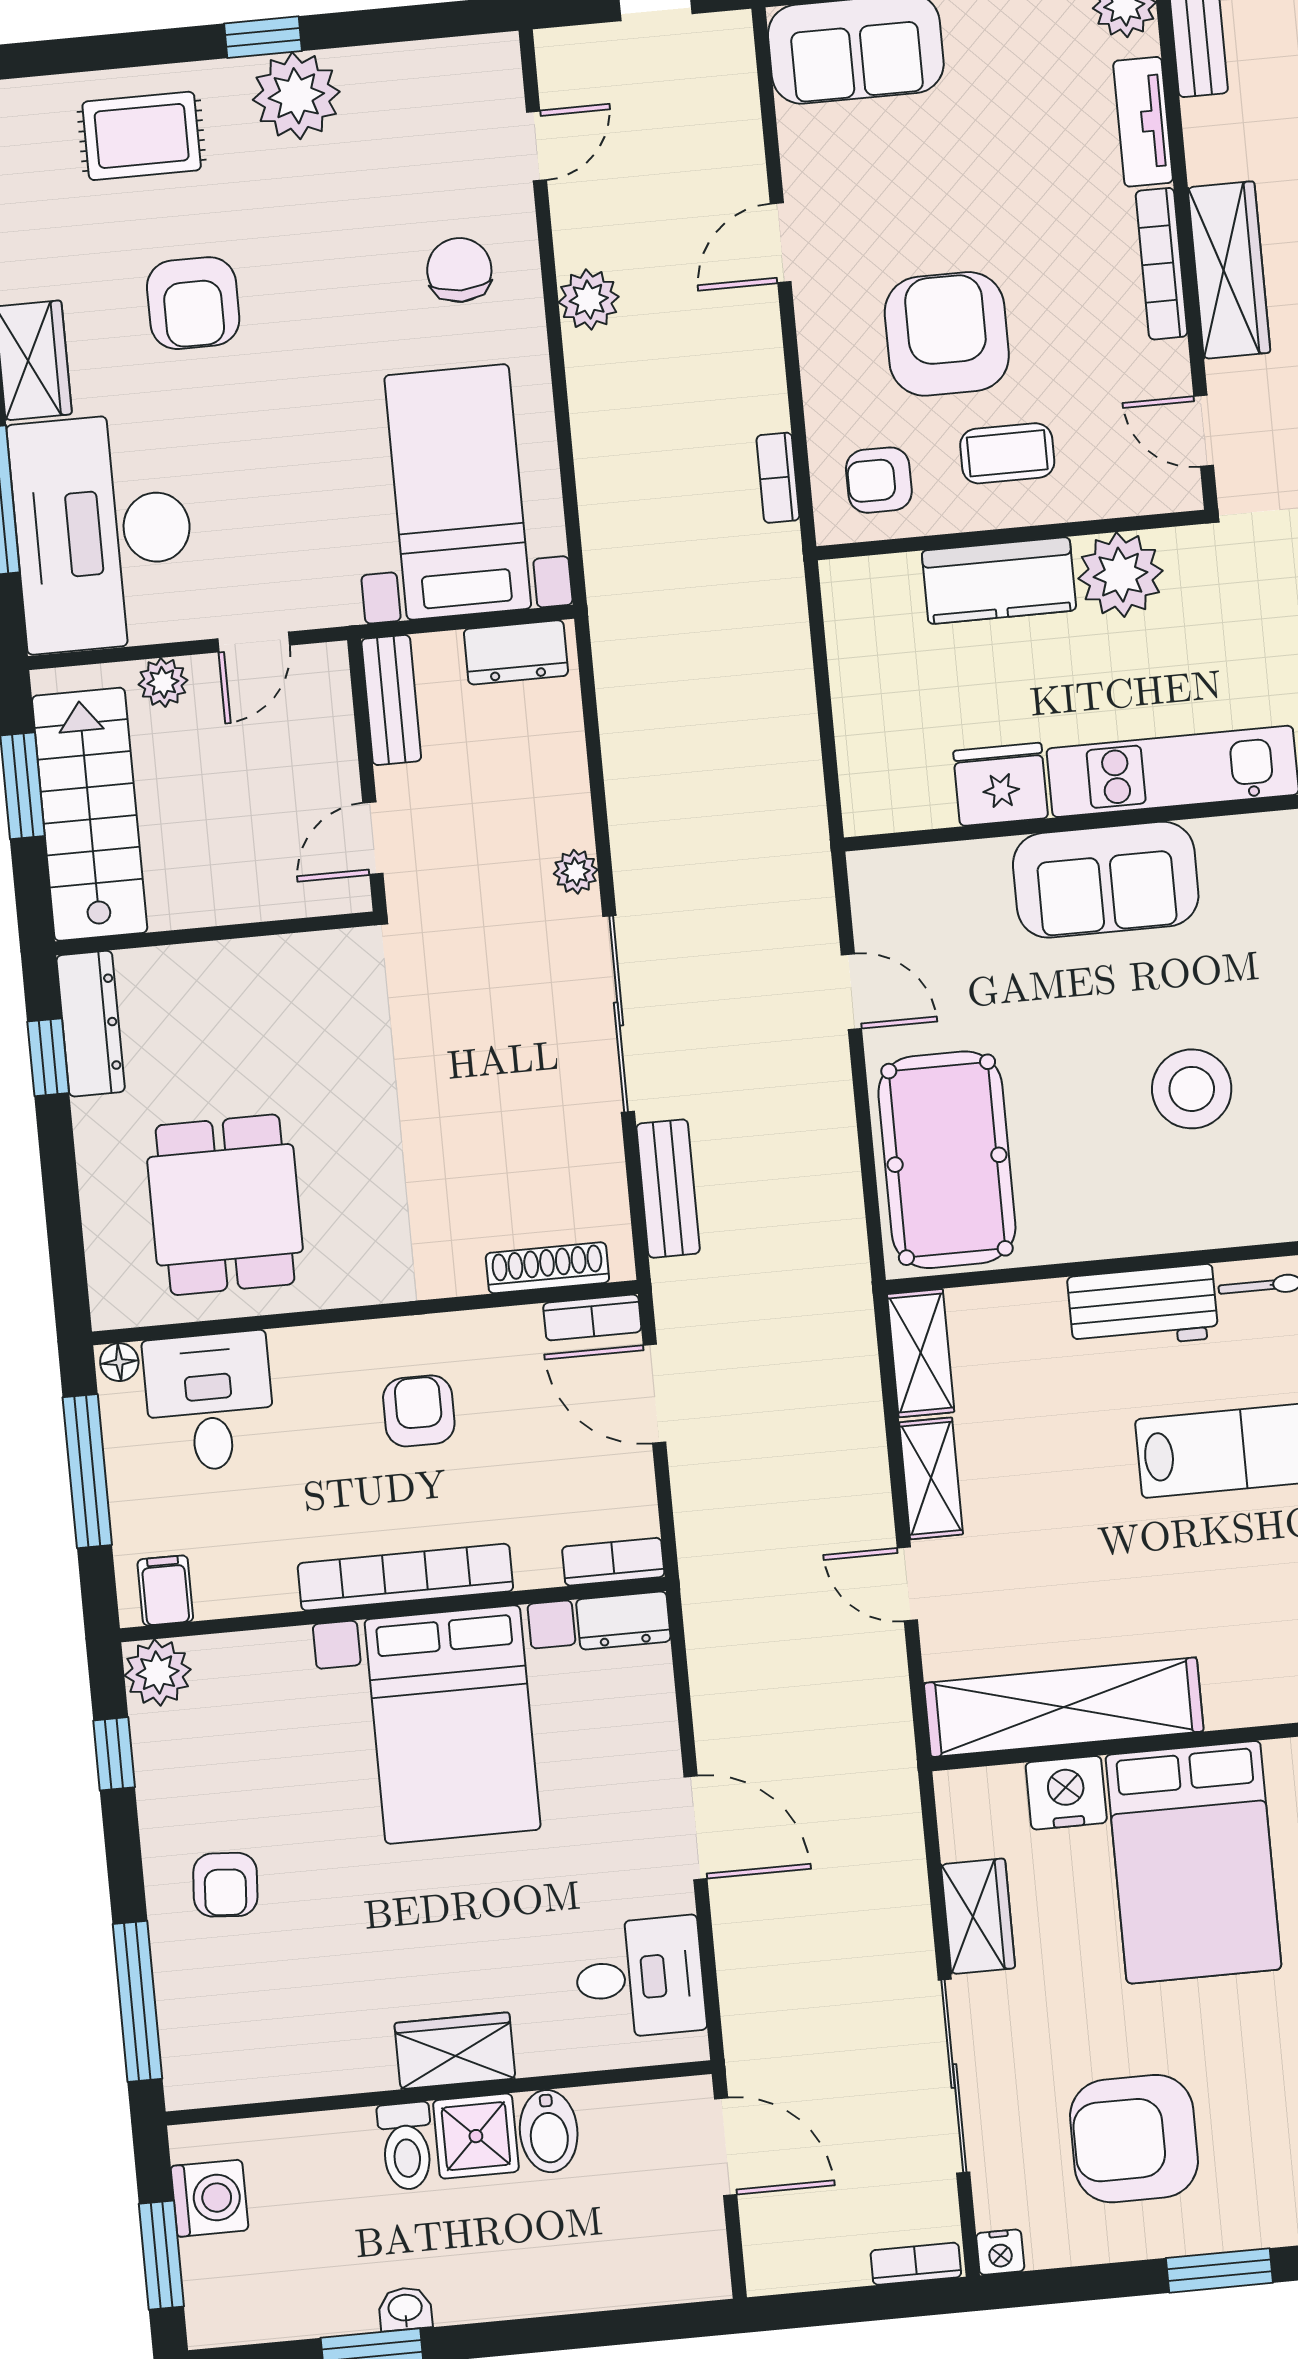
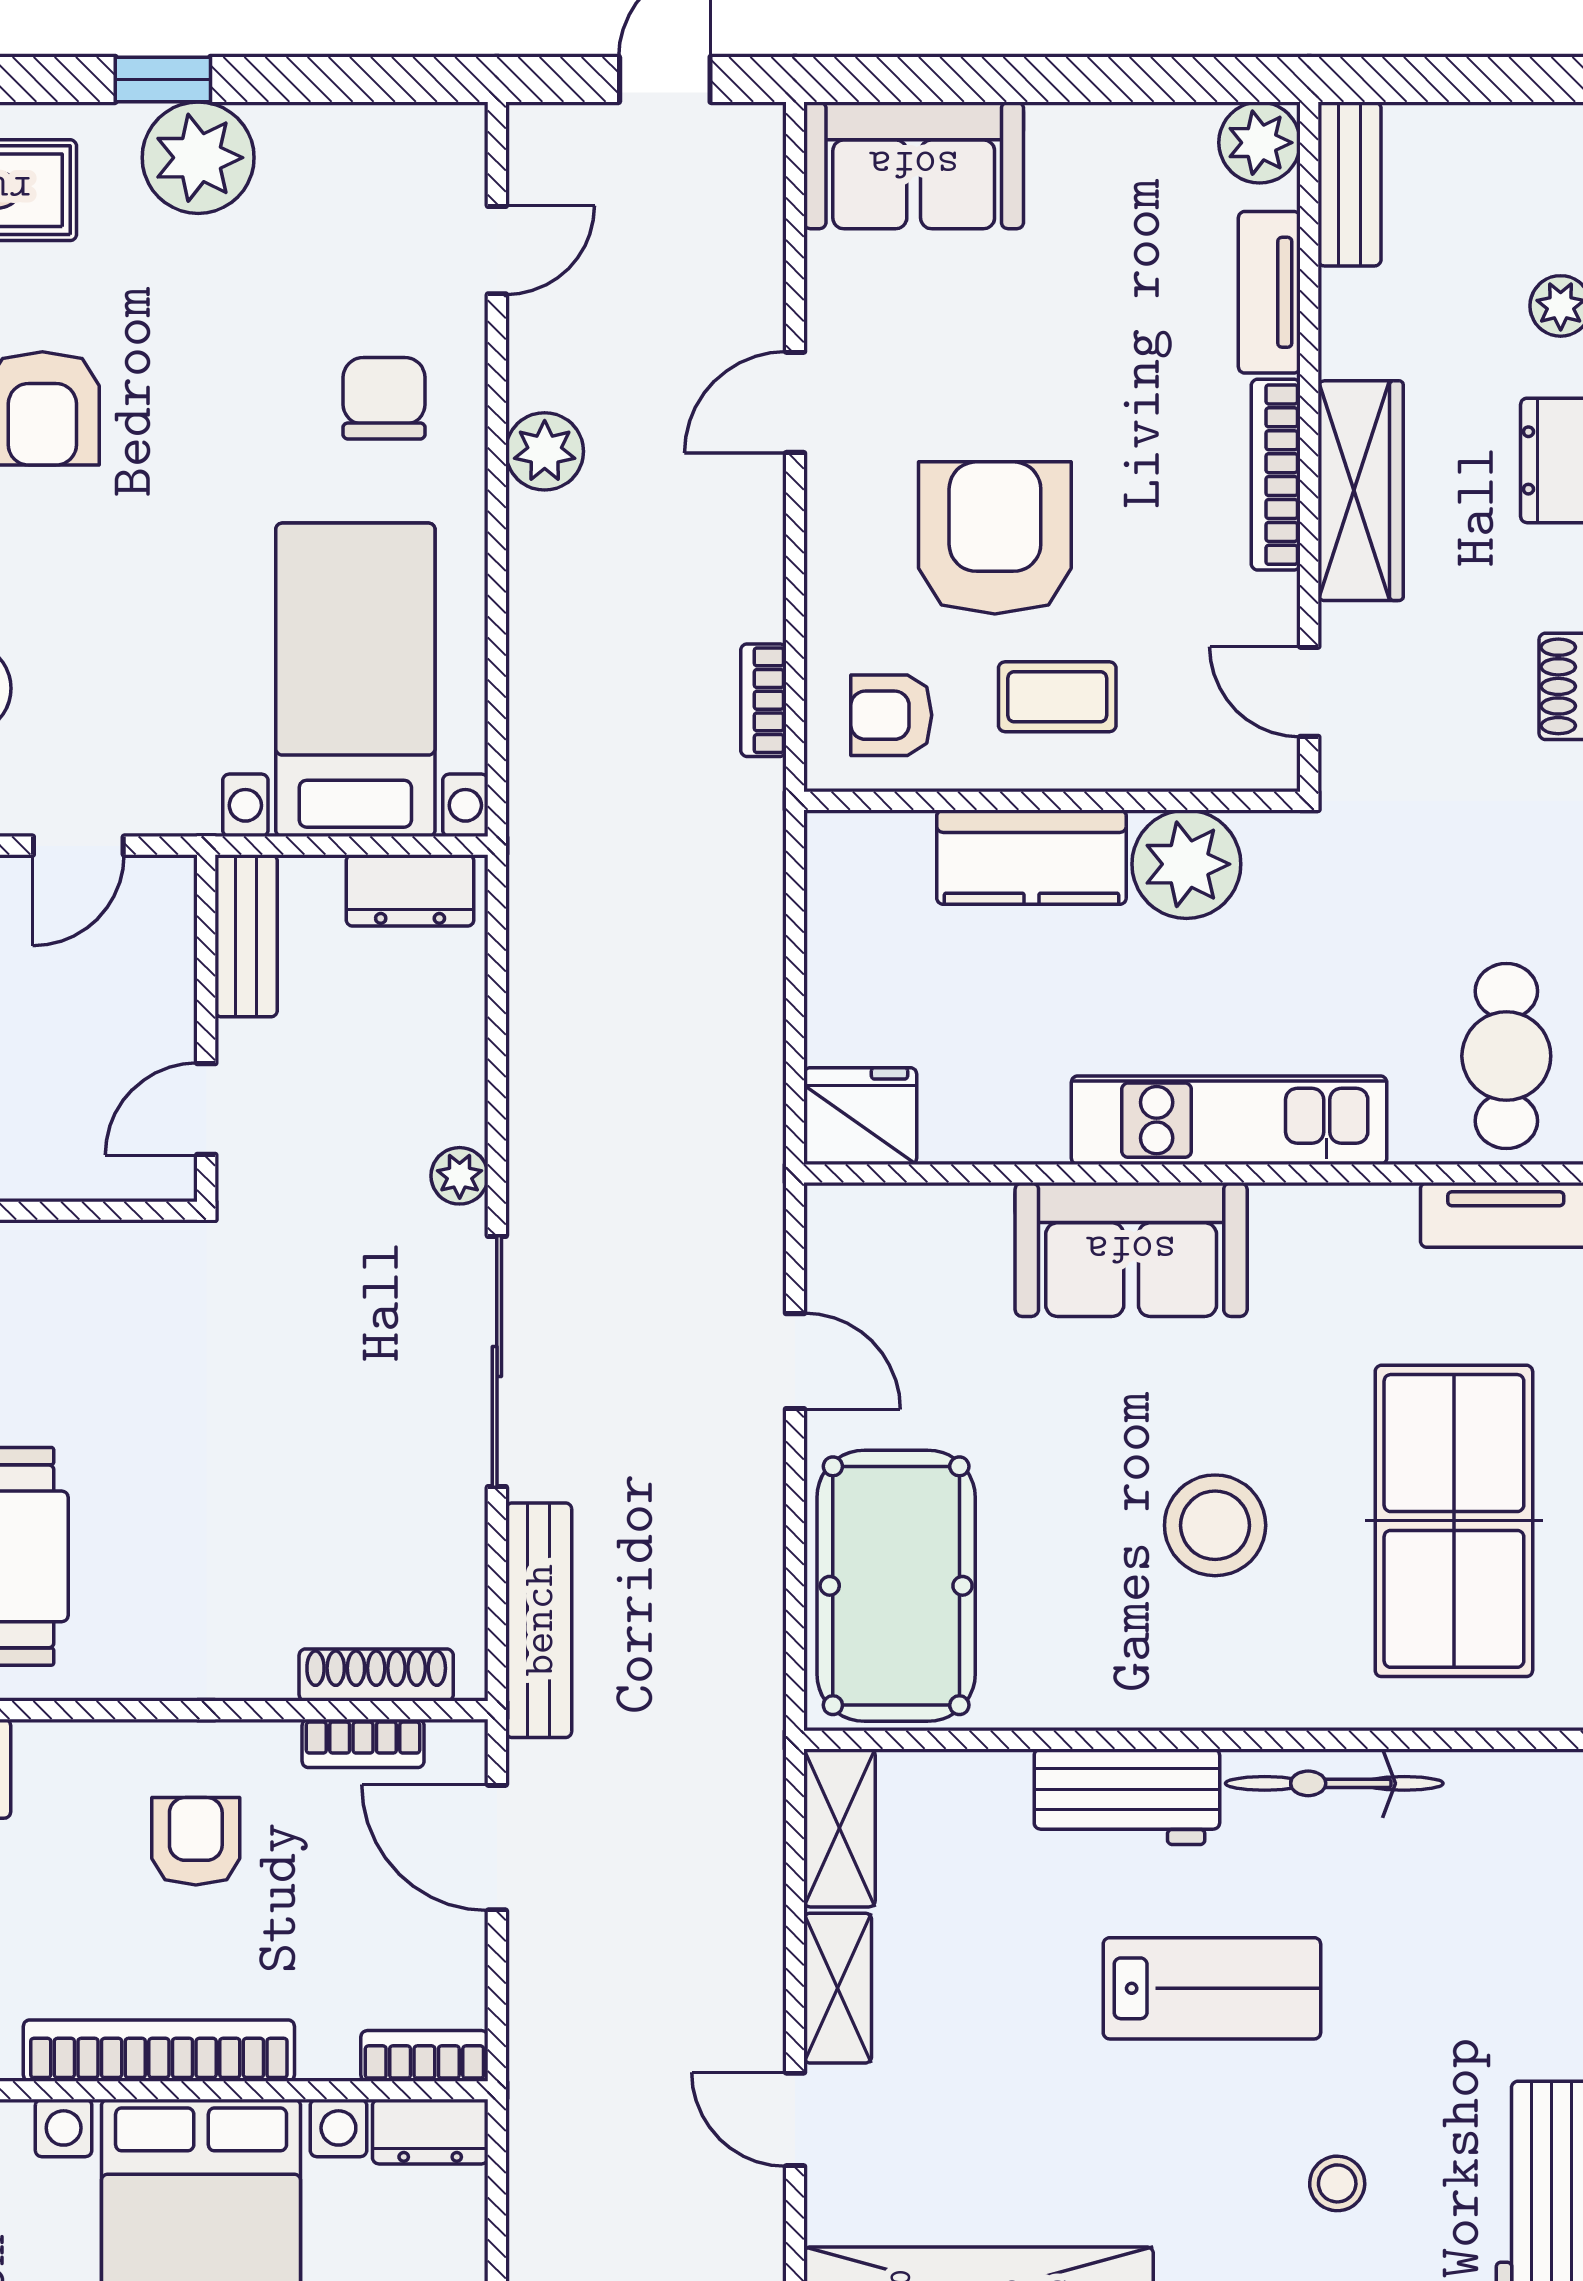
fridge: (1001, 784) -> (860, 1116), moved
bench: (668, 1189) -> (539, 1620), width x1.36
bookcase: (592, 1317) -> (363, 1743), moved

